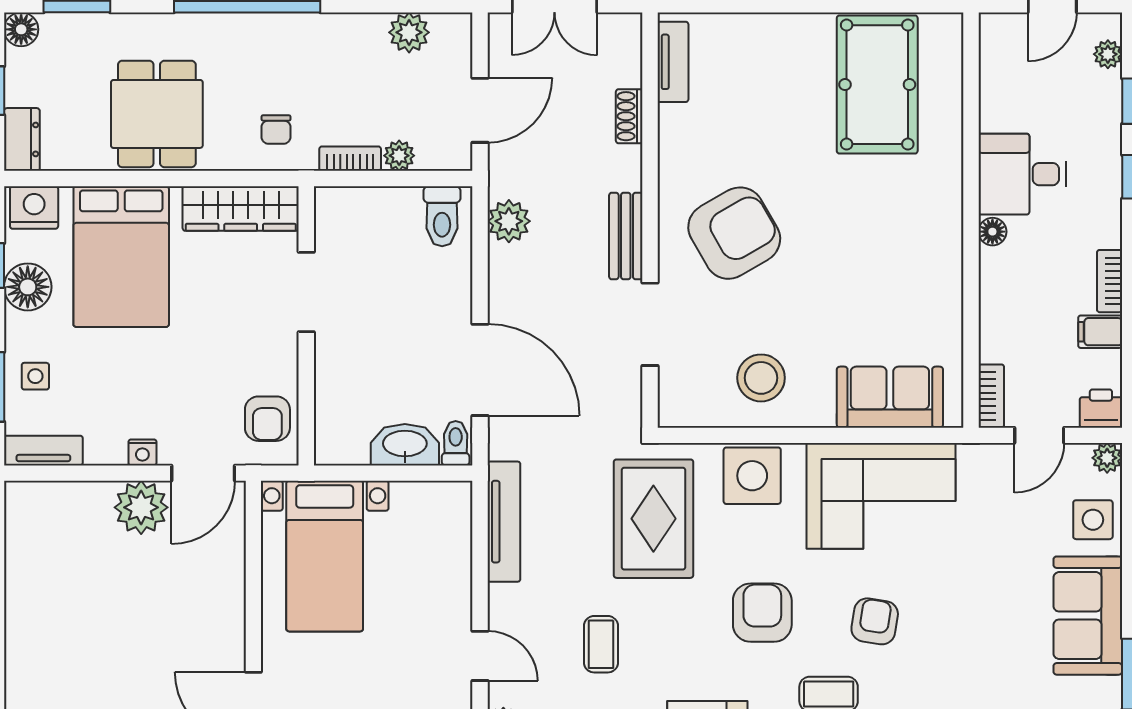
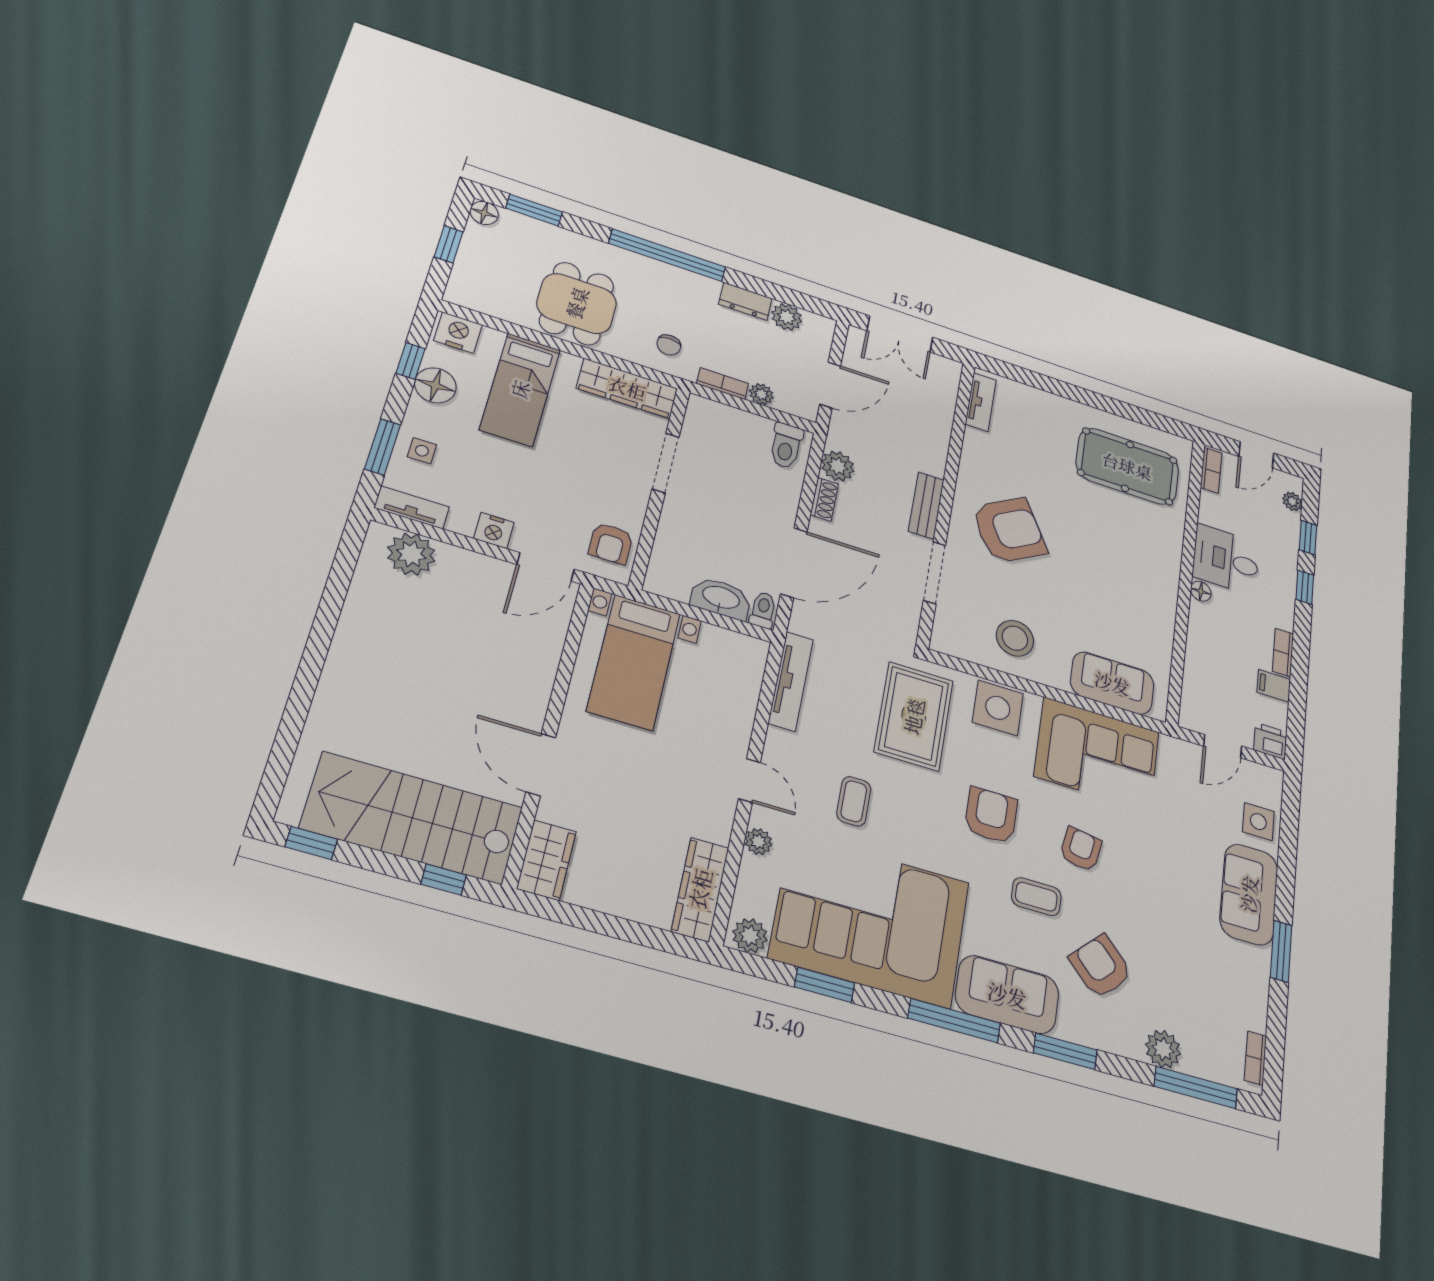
pool table: (877, 85) -> (1127, 466), turned 90
shoe rack: (629, 116) -> (824, 499), moved, turned 180
dresser: (22, 139) -> (745, 301), moved, turned 90
bed: (121, 257) -> (520, 389), width x0.67
door: (480, 370) -> (794, 563), hinge flipped
bookcase: (991, 396) -> (1211, 470), moved
nightstand: (142, 452) -> (494, 530), width x1.39, depth x1.35
plant: (1107, 458) -> (1272, 779), removed
plant: (141, 507) -> (411, 554), moved

